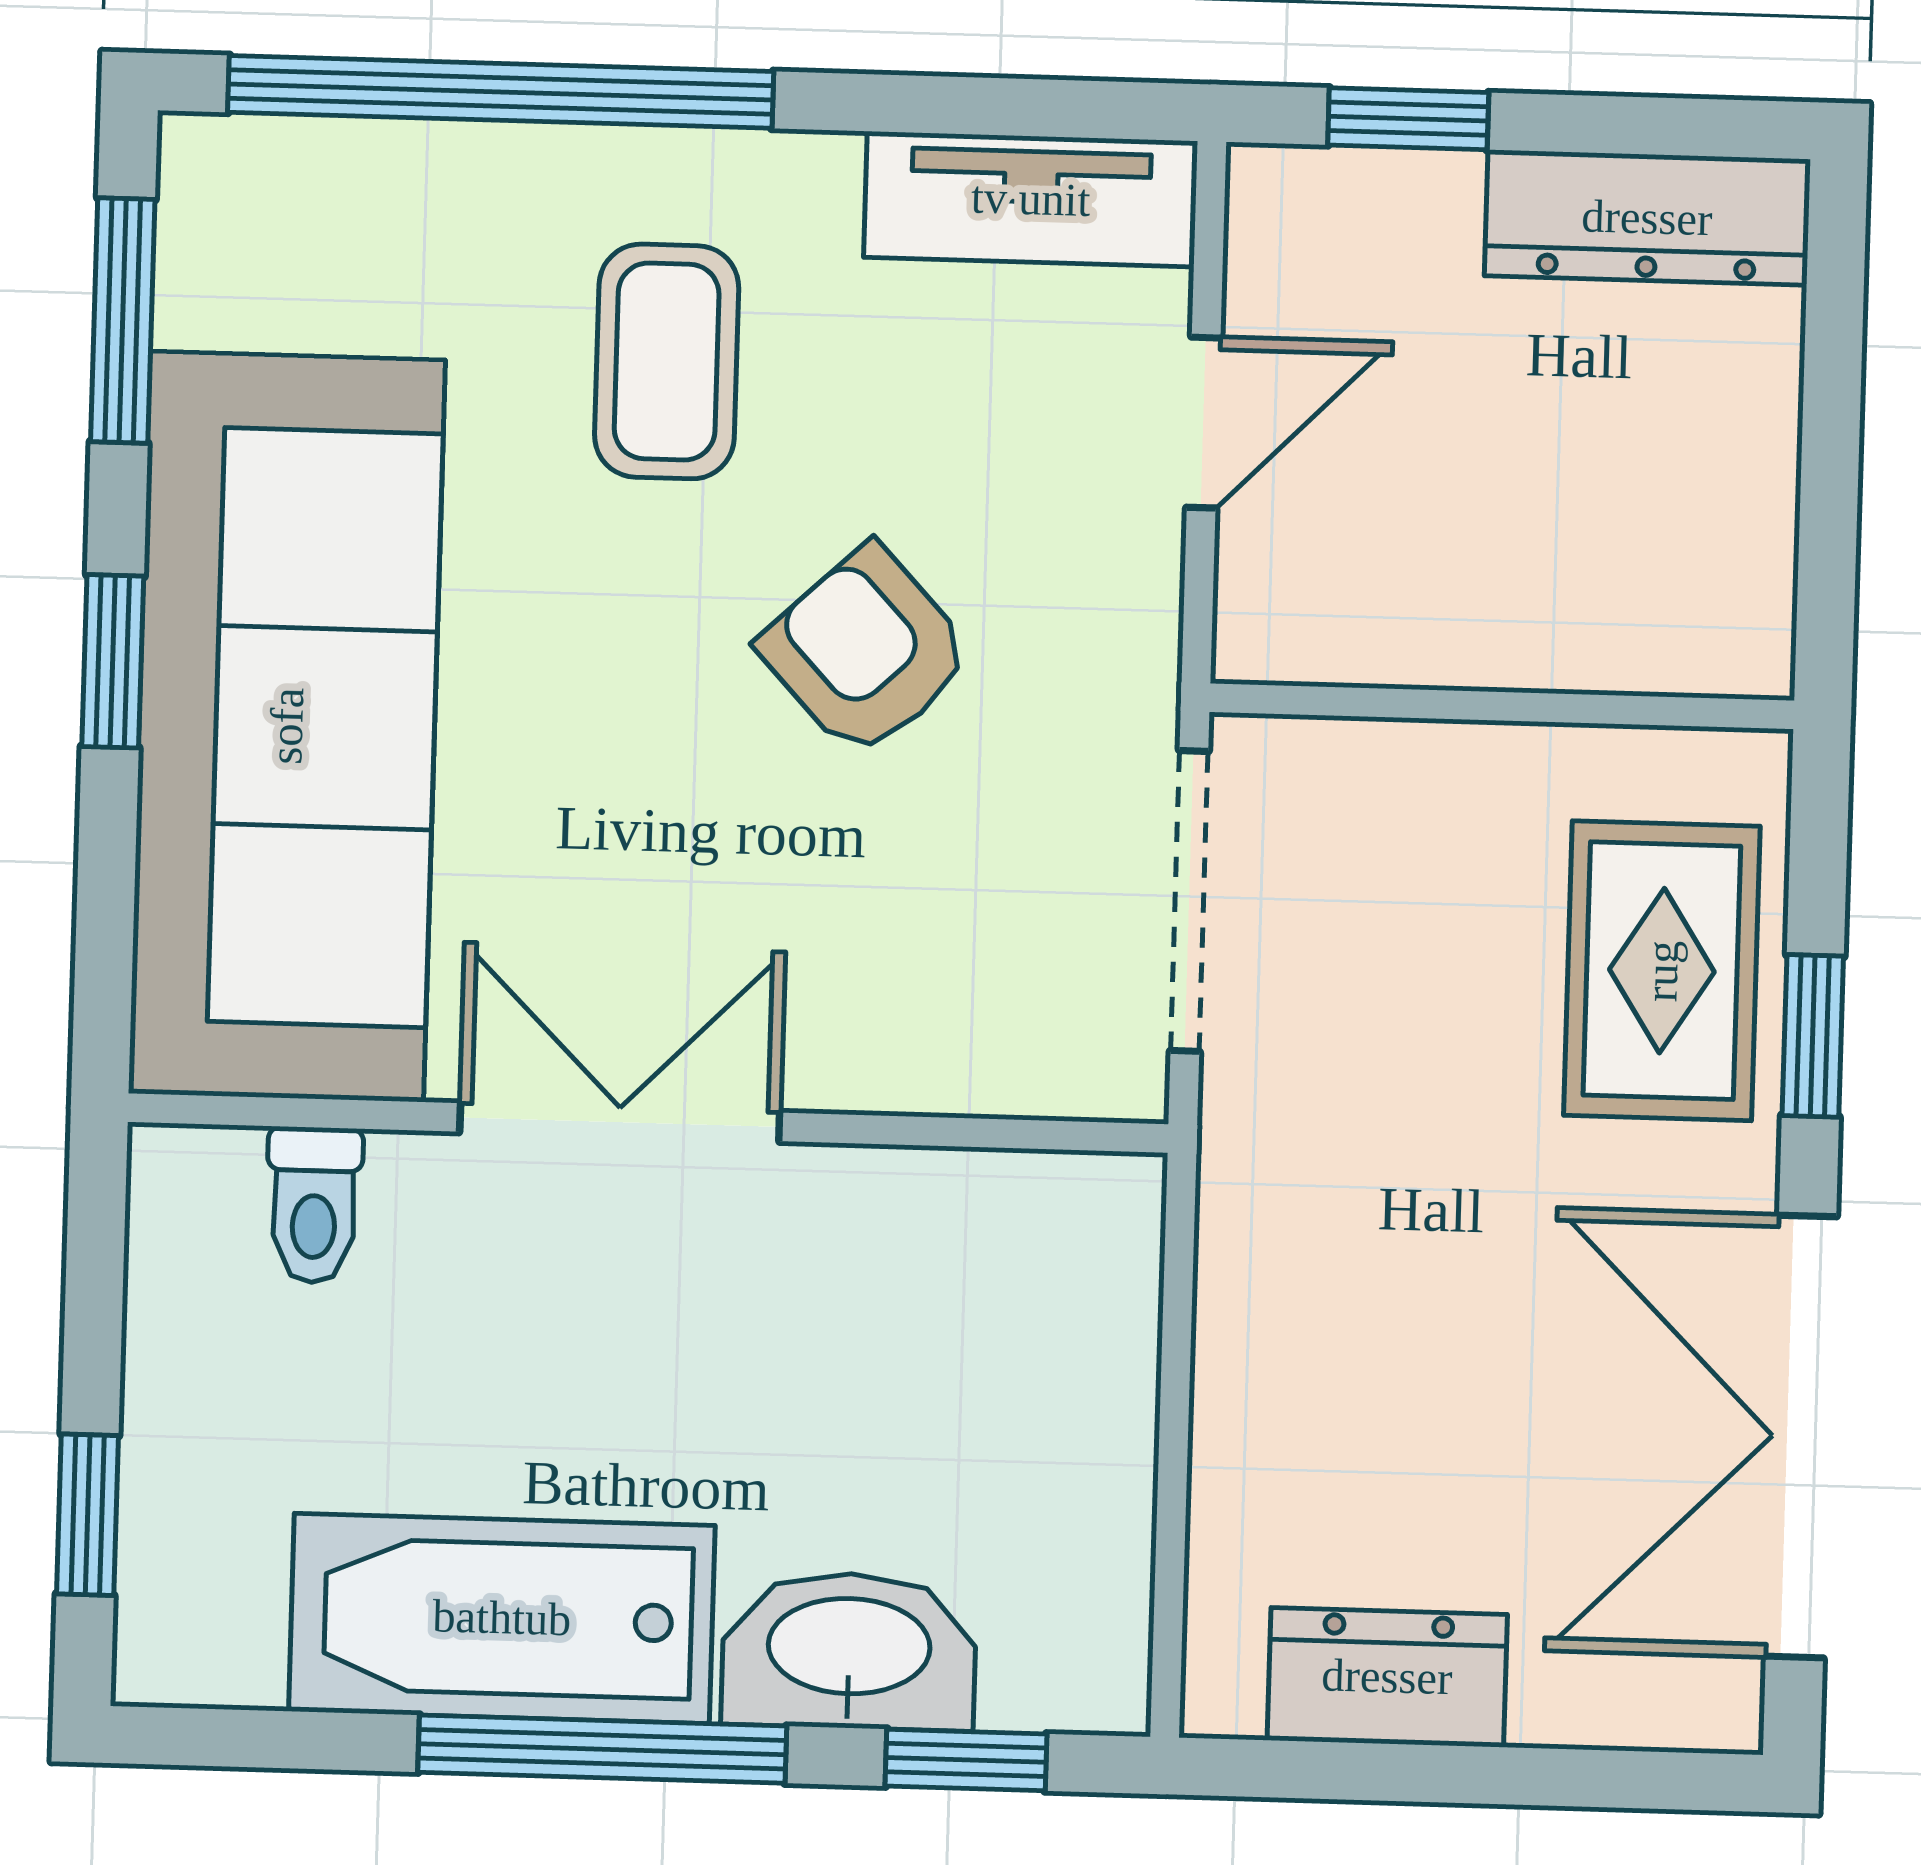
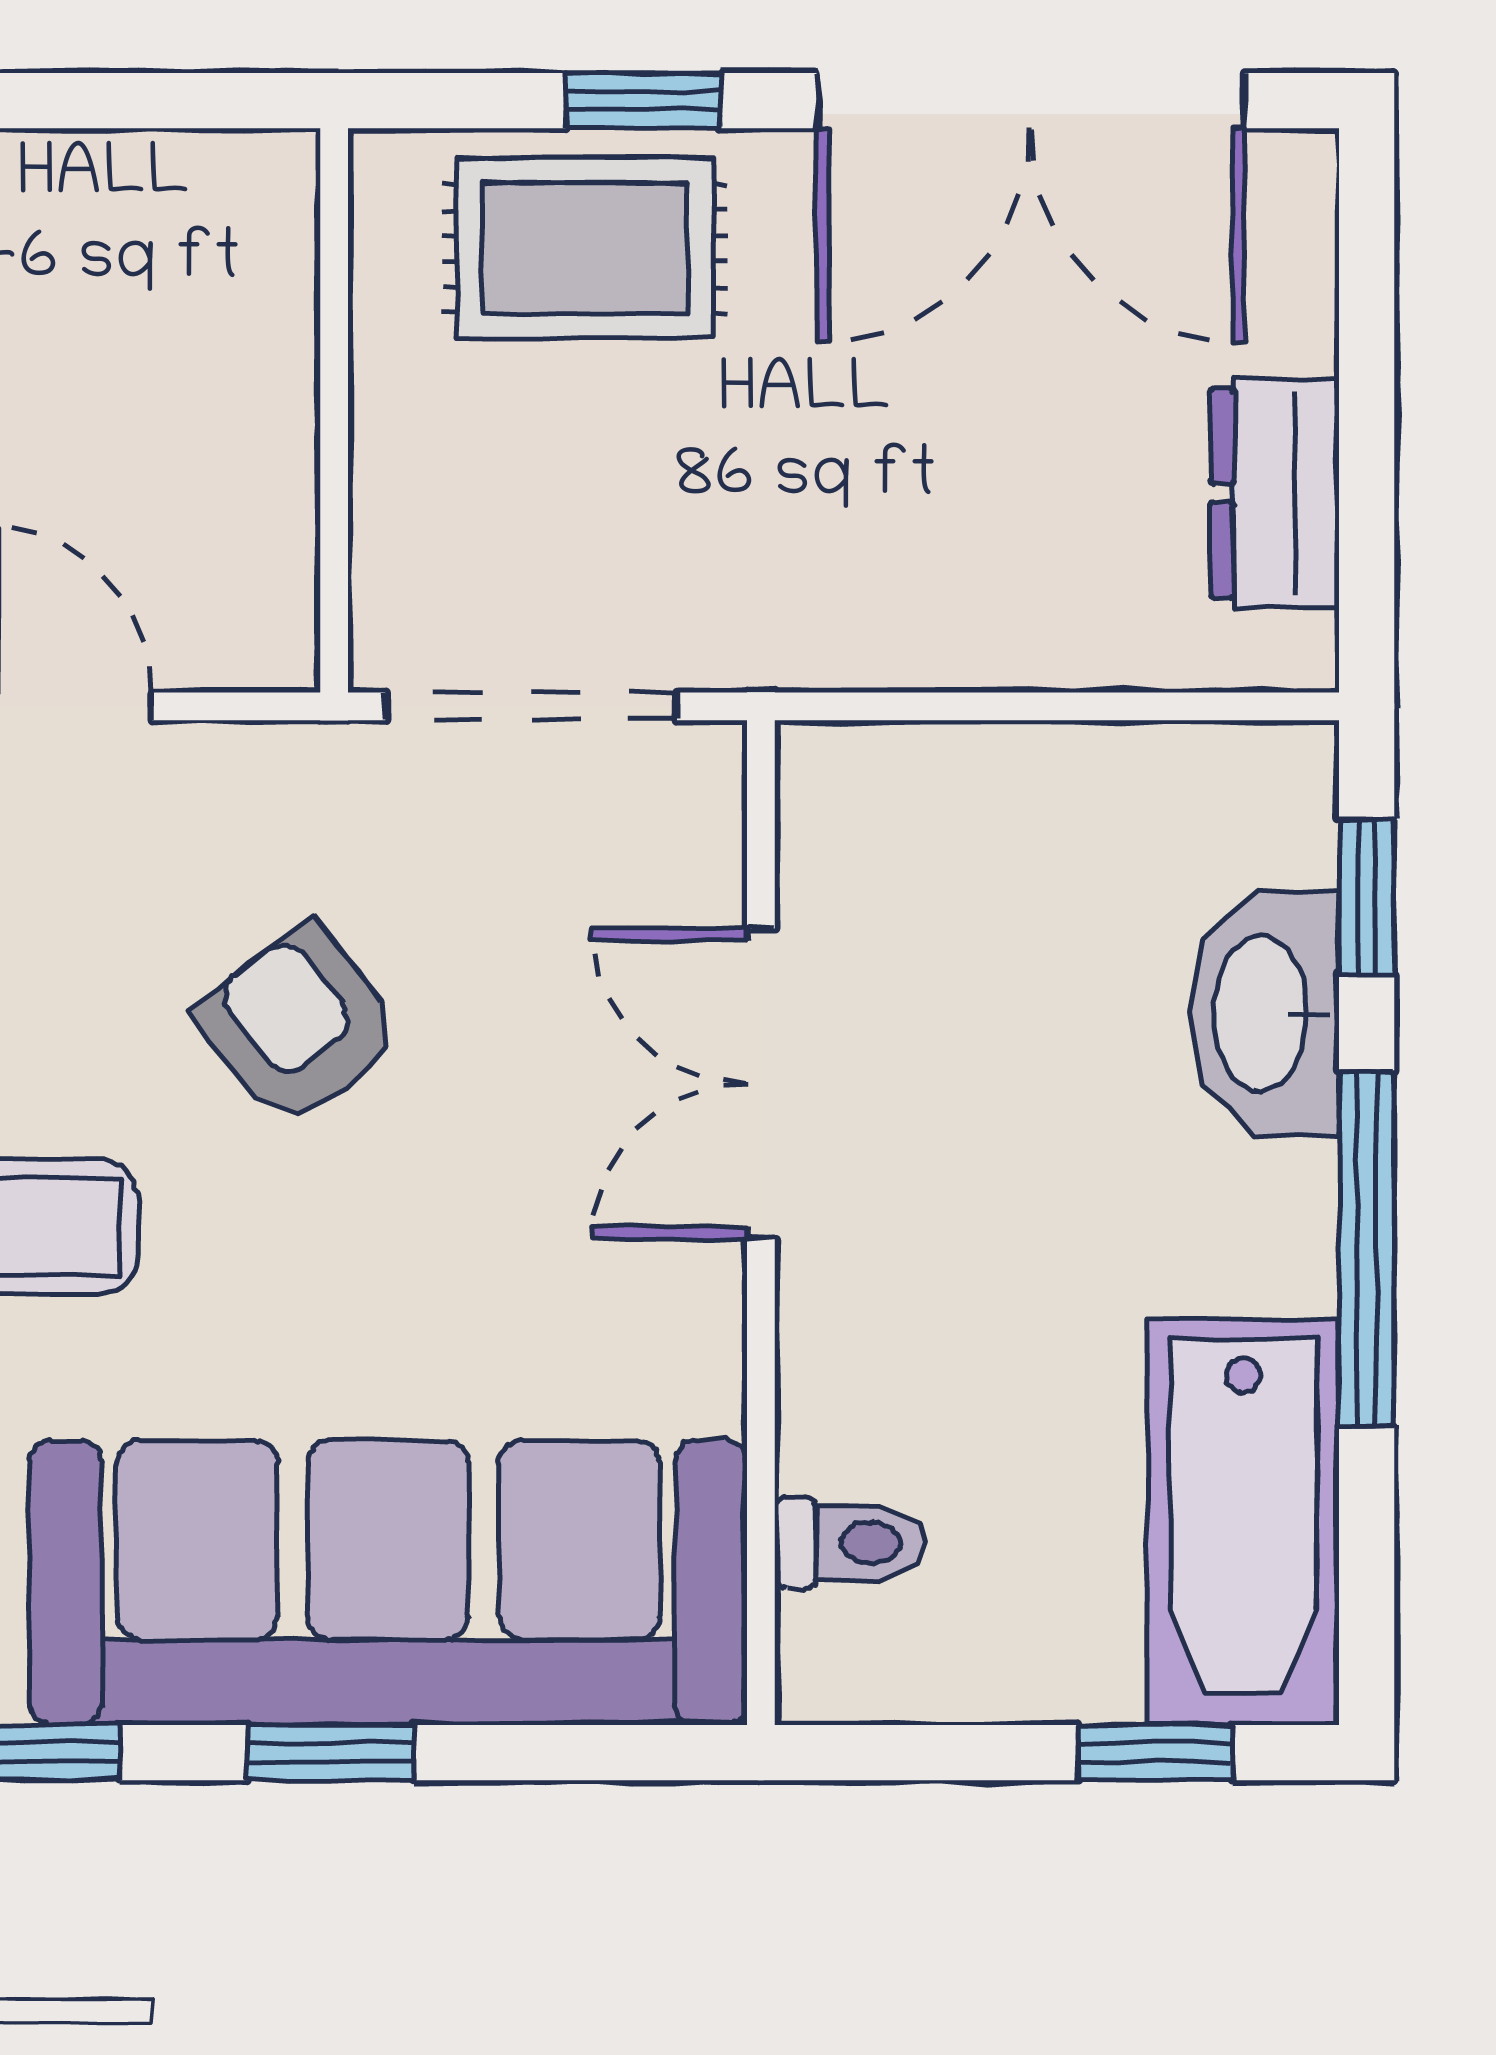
armchair: (866, 651) -> (299, 1026), turned 95
double door: (620, 1122) -> (761, 1084), moved
bathtub: (502, 1618) -> (1243, 1522), moved

